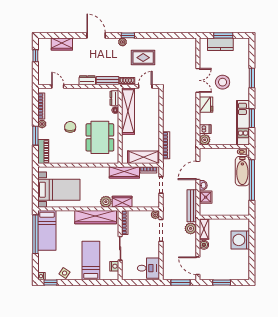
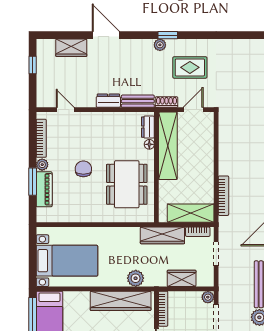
door: (96, 35) -> (106, 35), moved
piano: (43, 151) -> (44, 189), moved
wardrobe: (122, 202) -> (182, 278), moved

